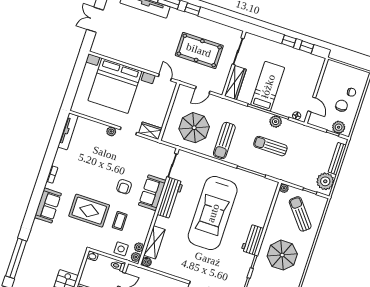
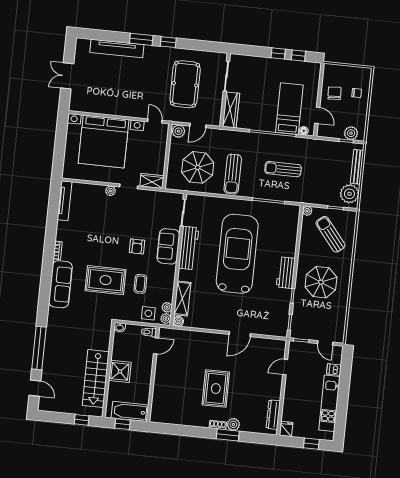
pool table: (199, 50) -> (185, 84), turned 90
bed: (268, 86) -> (289, 109), moved
chair: (342, 106) -> (334, 93), moved
plant: (276, 122) -> (179, 131), moved
sofa: (48, 205) -> (60, 284), width x1.36
car: (213, 213) -> (237, 254), turned 180

